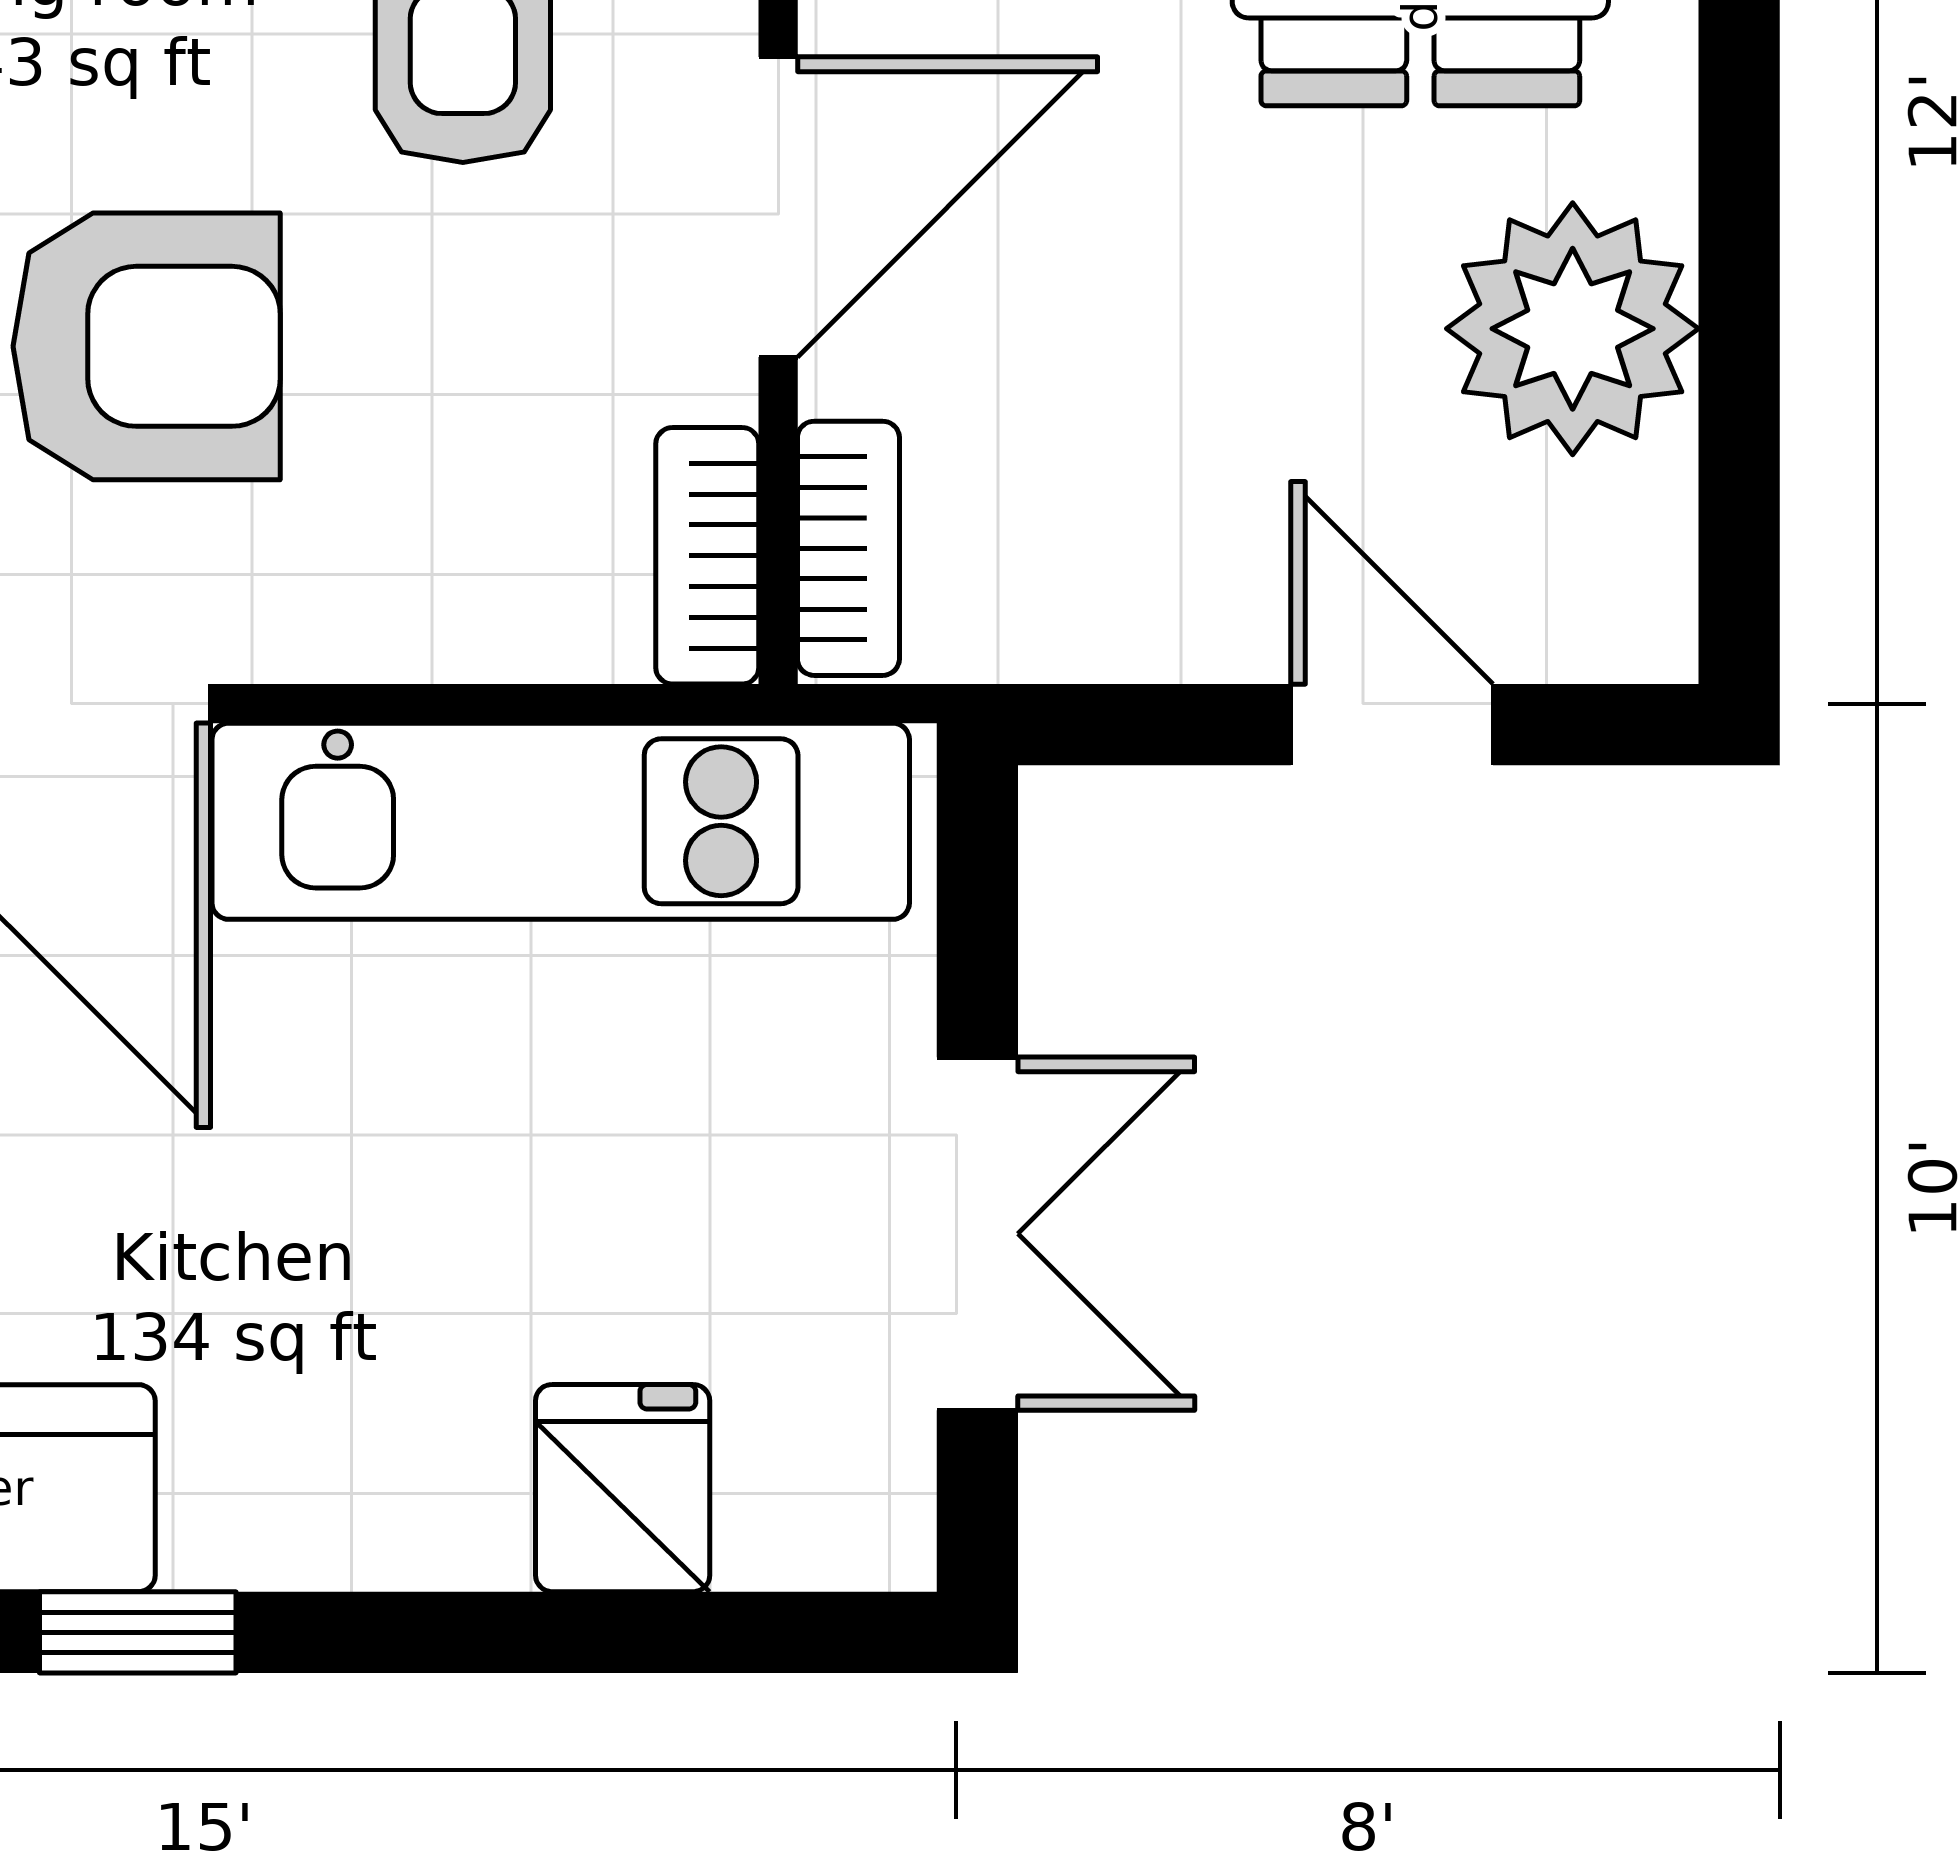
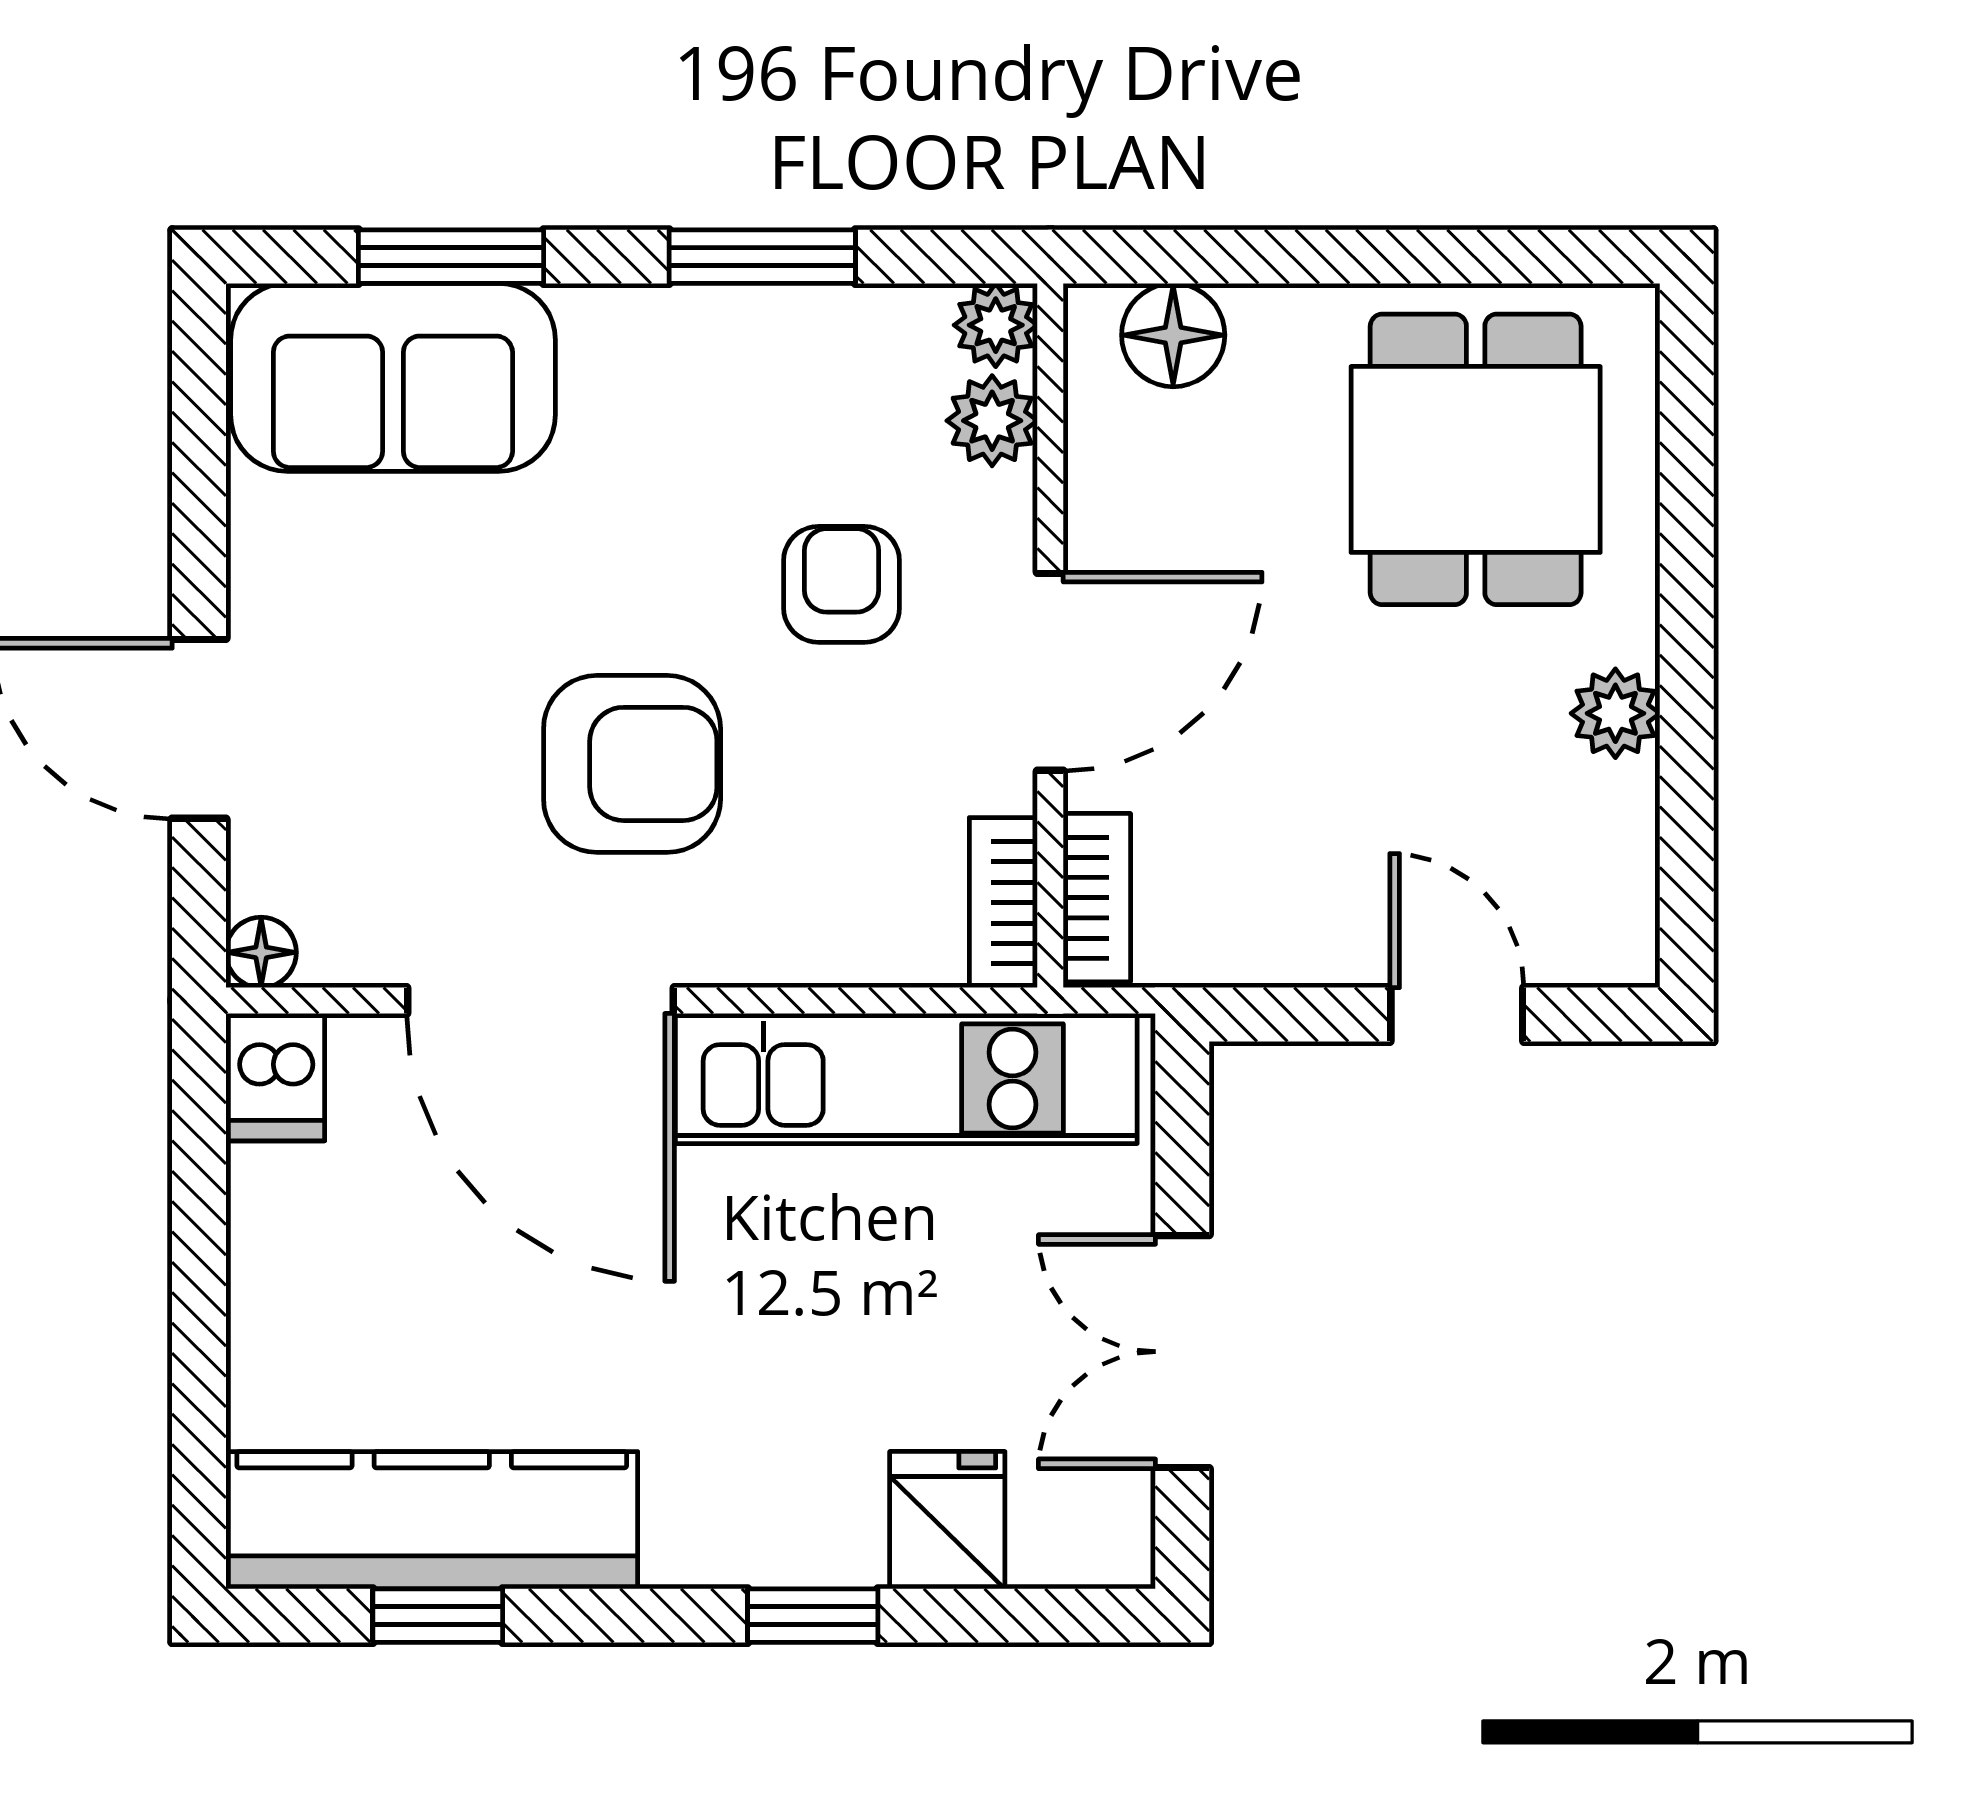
plant: (1573, 329) -> (1615, 713), width x0.53, depth x0.53
double door: (977, 1234) -> (1182, 1352), swing flipped
window: (138, 1632) -> (813, 1616), moved

